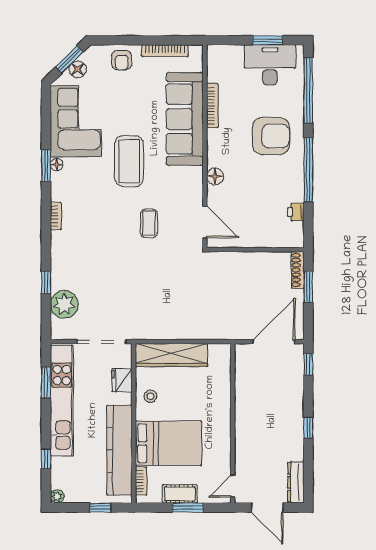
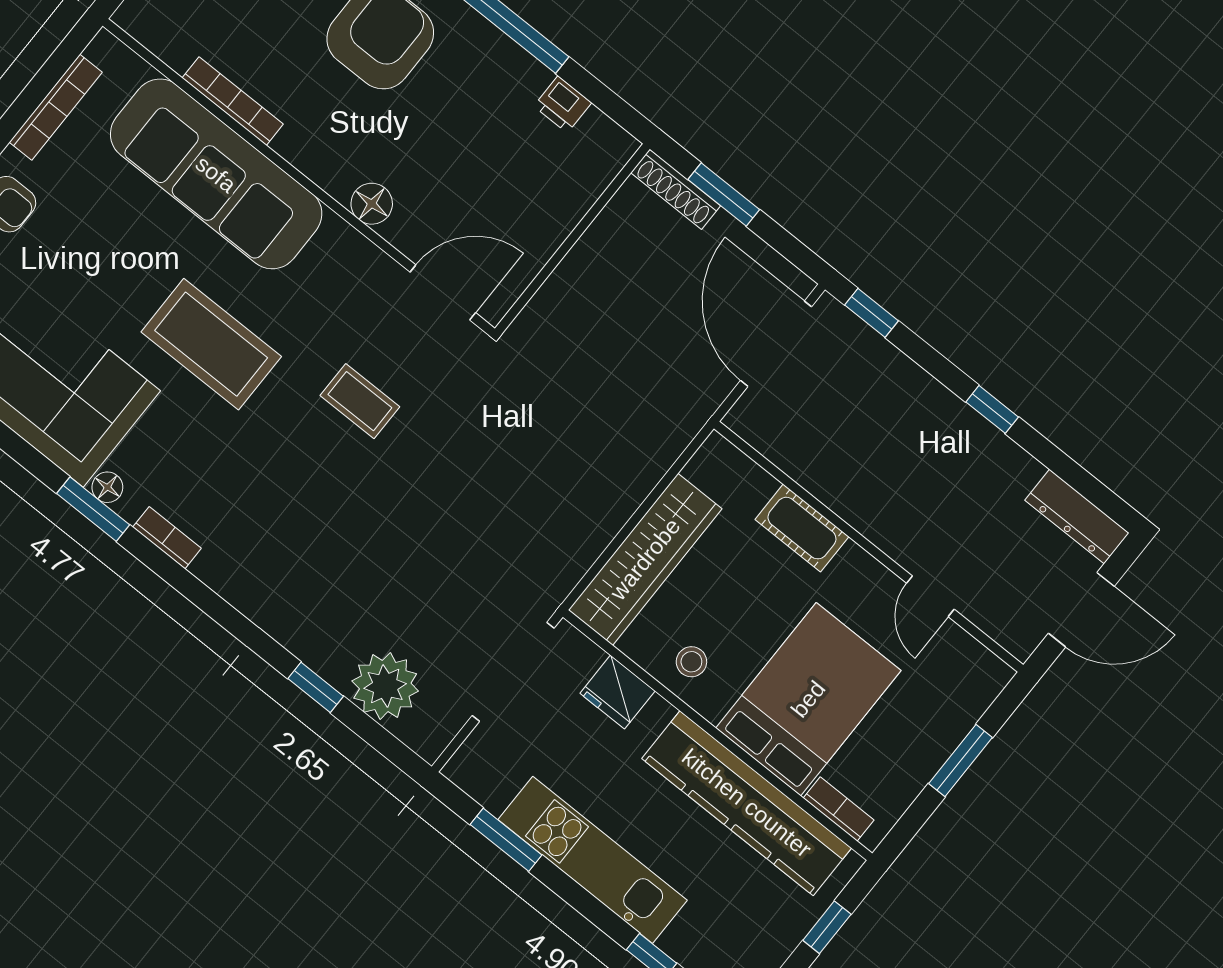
bookcase: (56, 216) -> (167, 538), moved
kitchen unit: (62, 401) -> (593, 860), width x0.73
door: (233, 486) -> (930, 596), moved
cot: (180, 494) -> (802, 528), moved, turned 90

